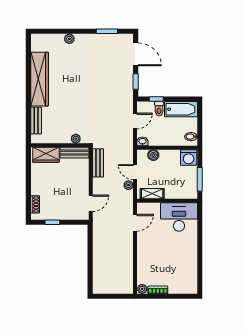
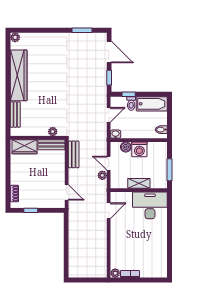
plant: (69, 39) -> (15, 37), moved
washing machine: (189, 158) -> (139, 149), moved
shelving: (152, 194) -> (139, 183), moved
door: (91, 203) -> (67, 192), hinge flipped

